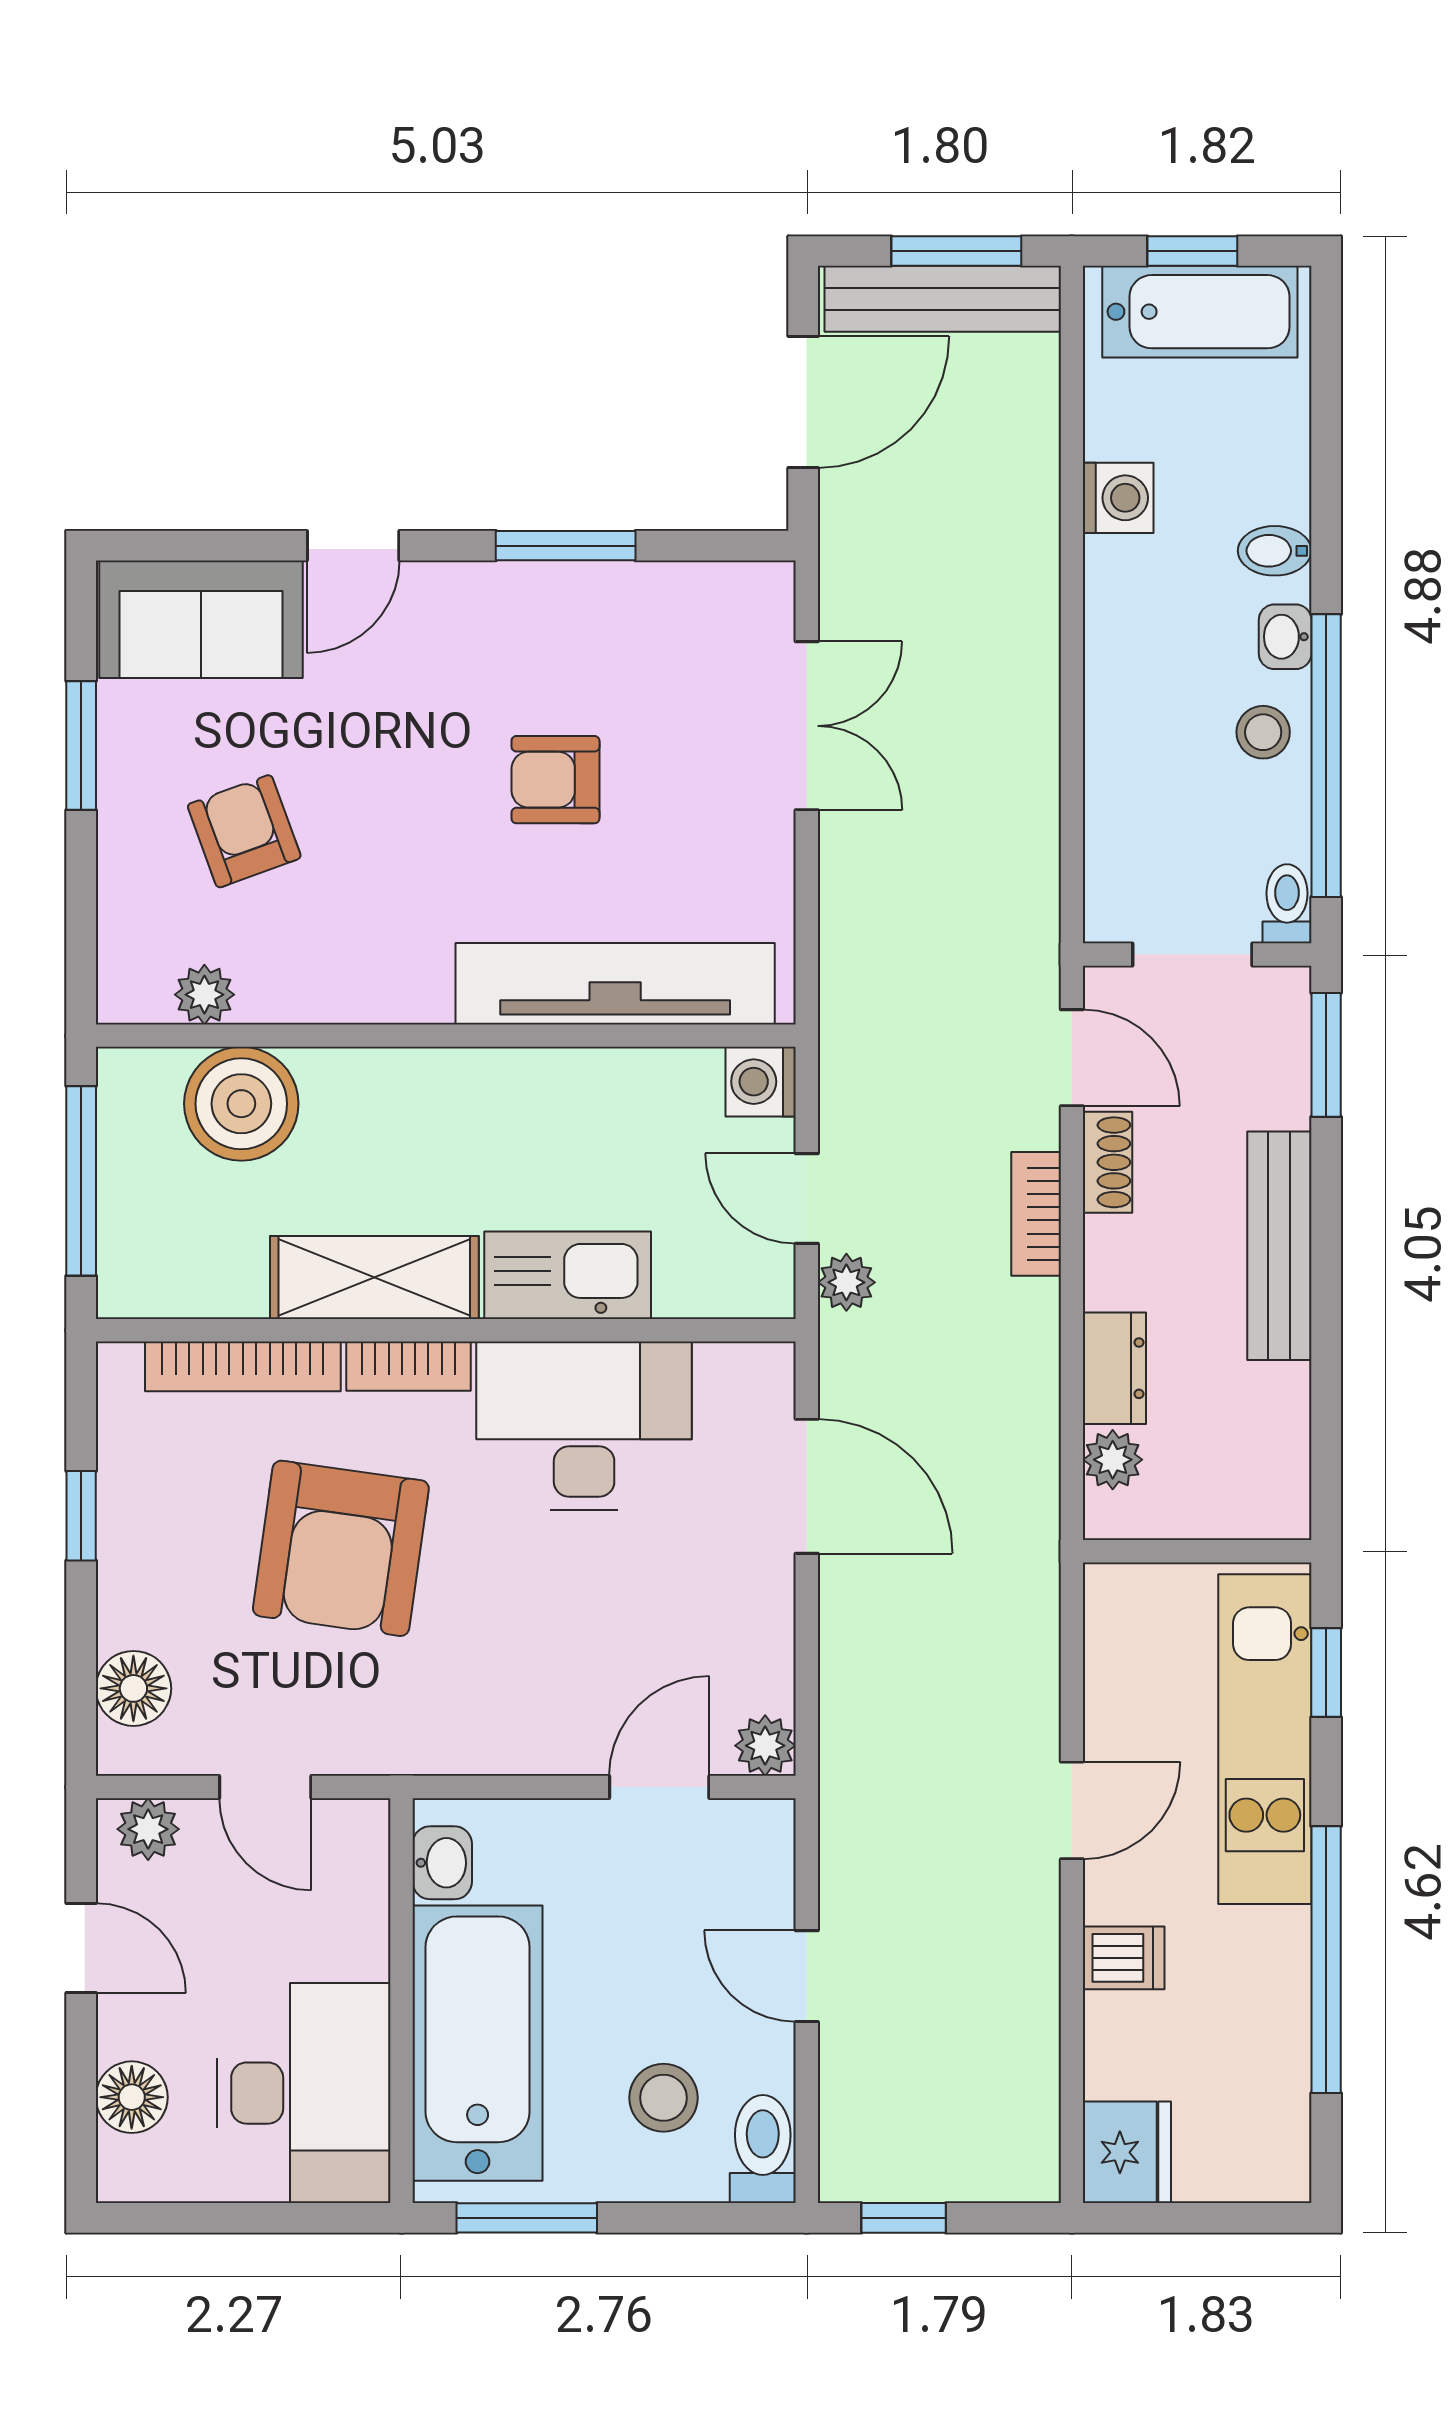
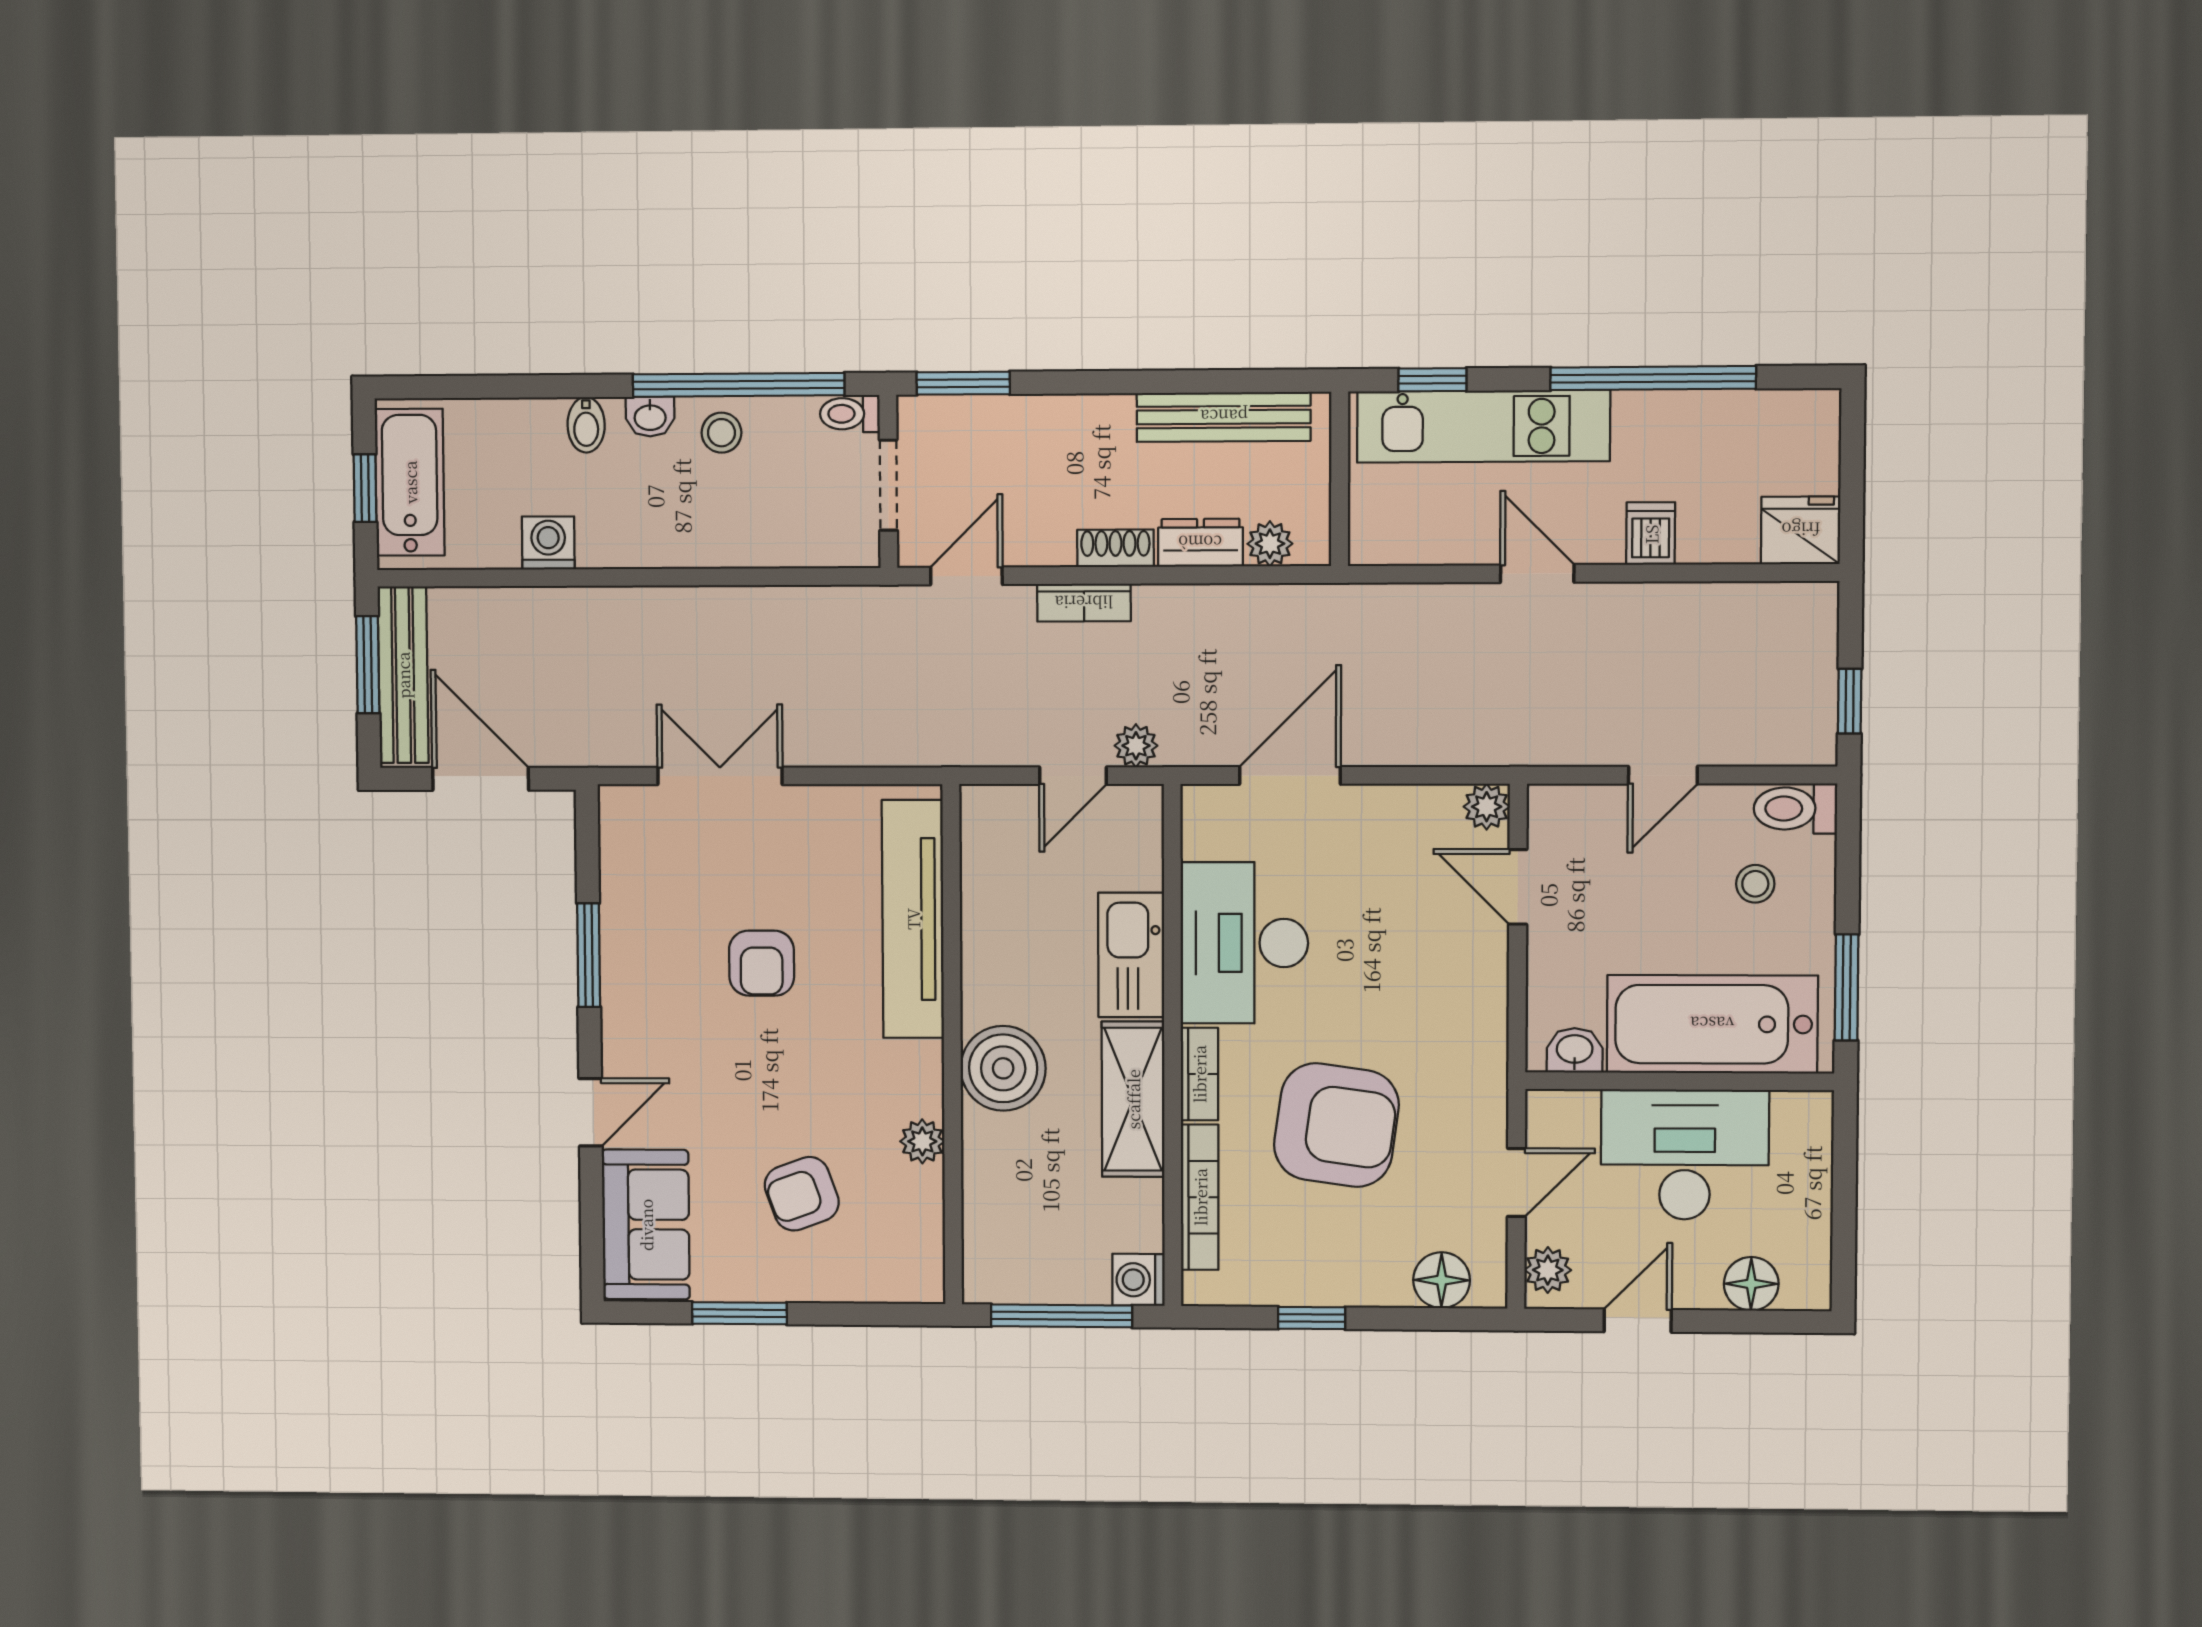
door: (353, 546) -> (590, 1112), hinge flipped
plant: (204, 995) -> (922, 1141), moved
washing machine: (761, 1082) -> (1138, 1280), moved, turned 90
boiler: (241, 1104) -> (1003, 1068), moved
shoe rack: (1108, 1162) -> (1115, 548), moved
bench: (1279, 1246) -> (1224, 417), moved
desk: (304, 2093) -> (1685, 1154), moved
stool: (664, 2098) -> (1755, 884), width x0.73, depth x0.73

